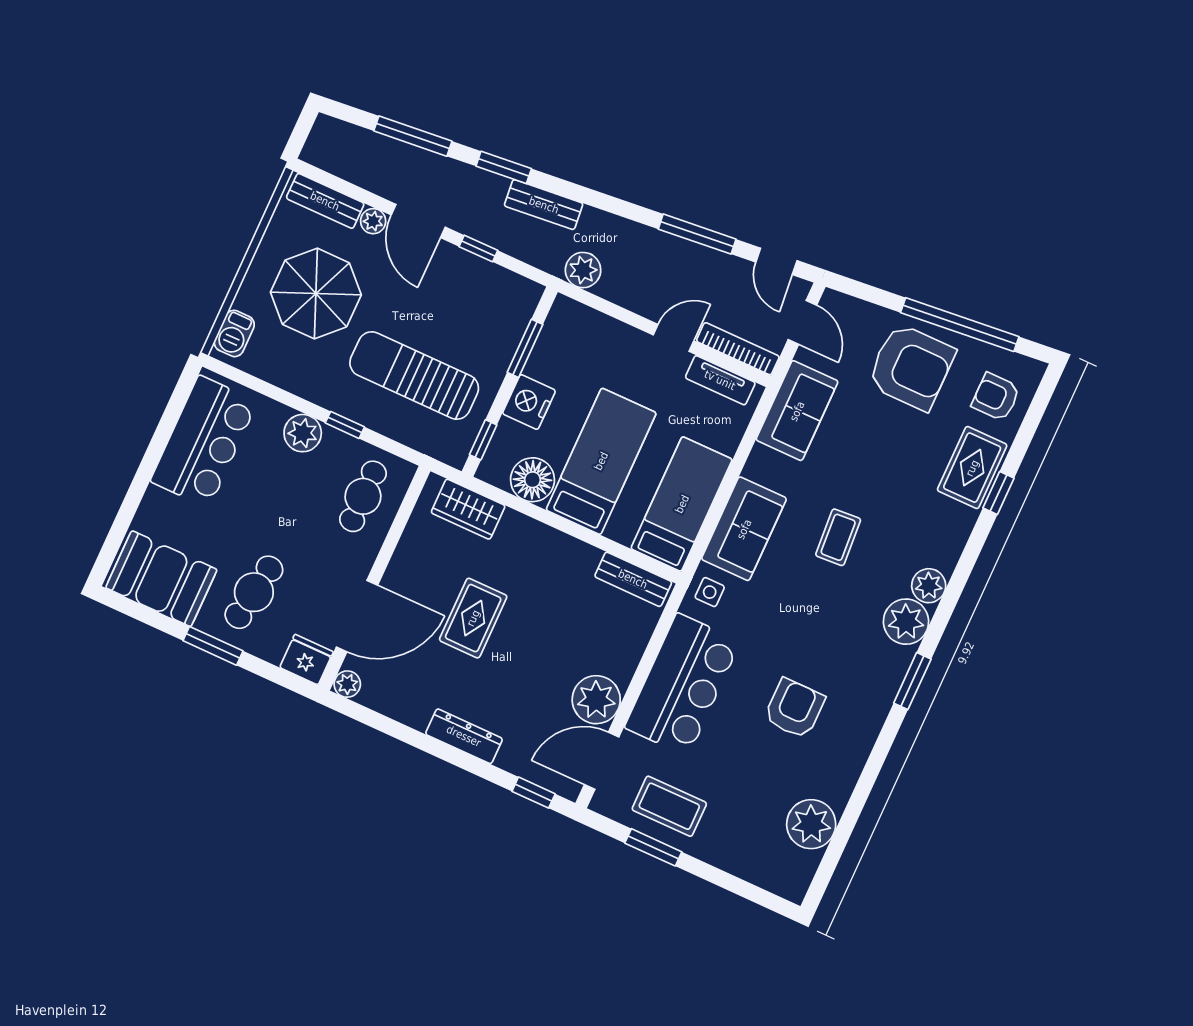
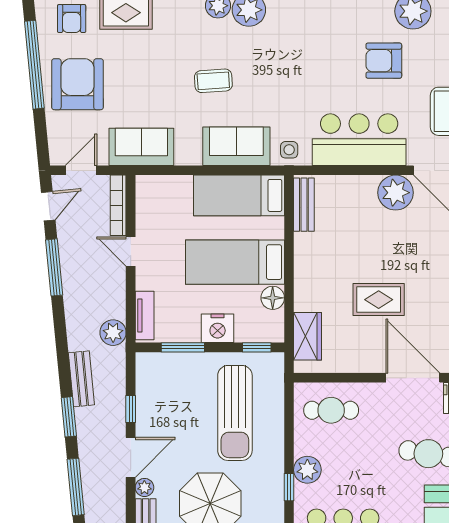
tv unit: (720, 380) -> (145, 315), moved
window: (345, 425) -> (289, 487), moved
floor lamp: (533, 480) -> (273, 298), width x0.73, depth x0.73
armchair: (794, 708) -> (384, 61), moved

